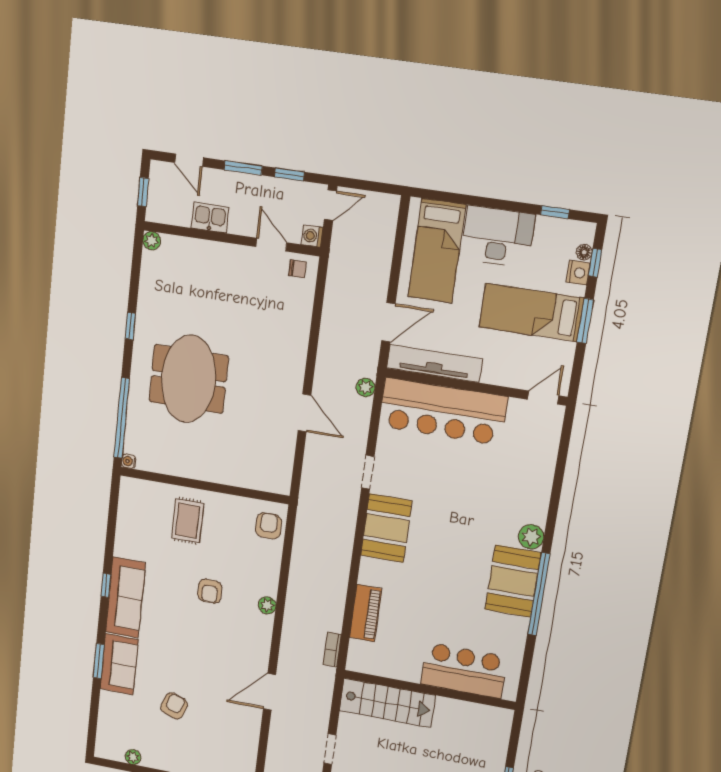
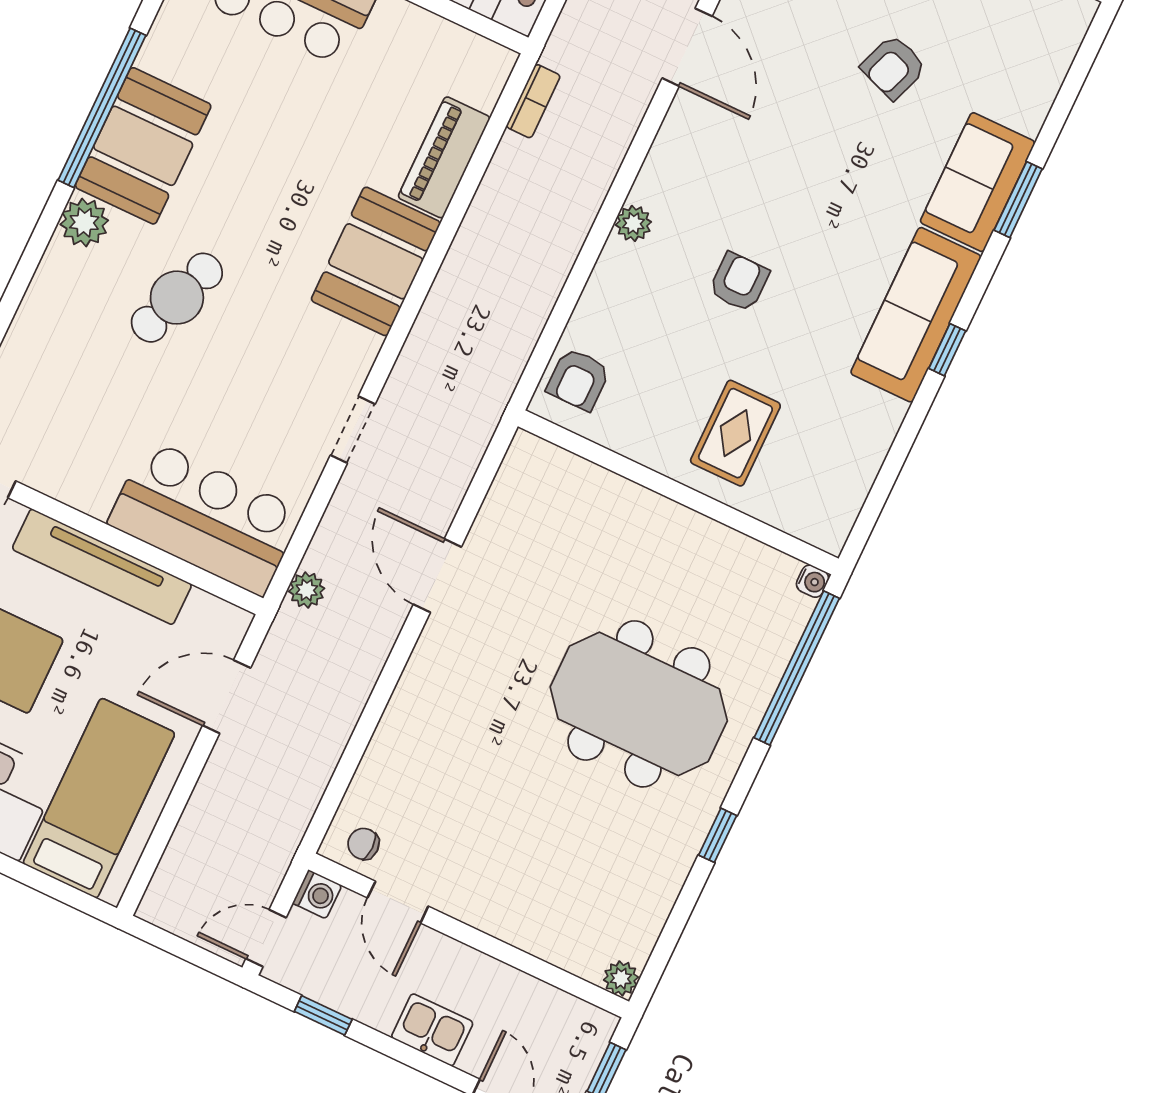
window: (243, 168) -> (405, 1054), removed
kitchen sink: (210, 218) -> (432, 1030), moved, turned 180
tv unit: (434, 364) -> (102, 567), moved
meeting table: (189, 379) -> (639, 704), turned 90
bar counter: (443, 411) -> (205, 517), width x0.73
cafe table: (474, 513) -> (177, 298), added
booth: (386, 528) -> (376, 261), moved
door: (270, 692) -> (687, 47), hinge flipped

